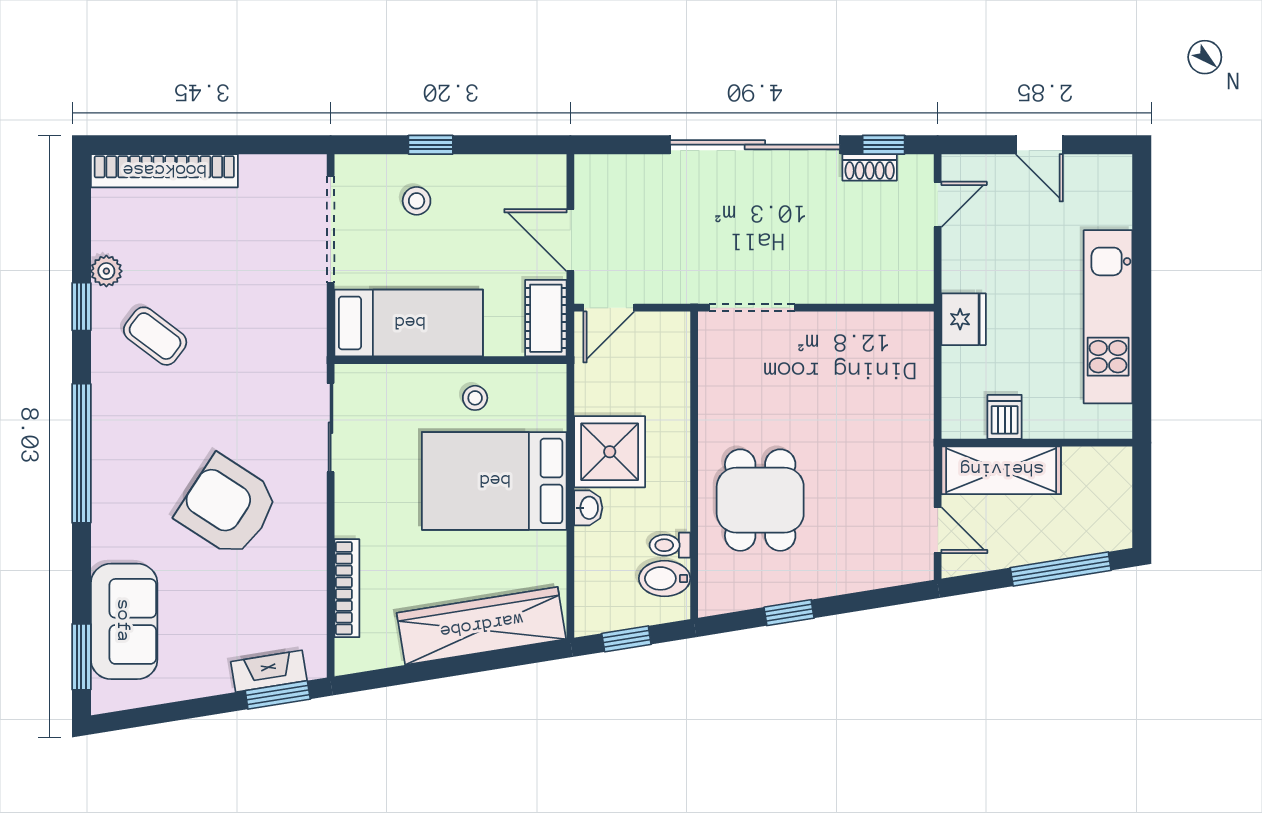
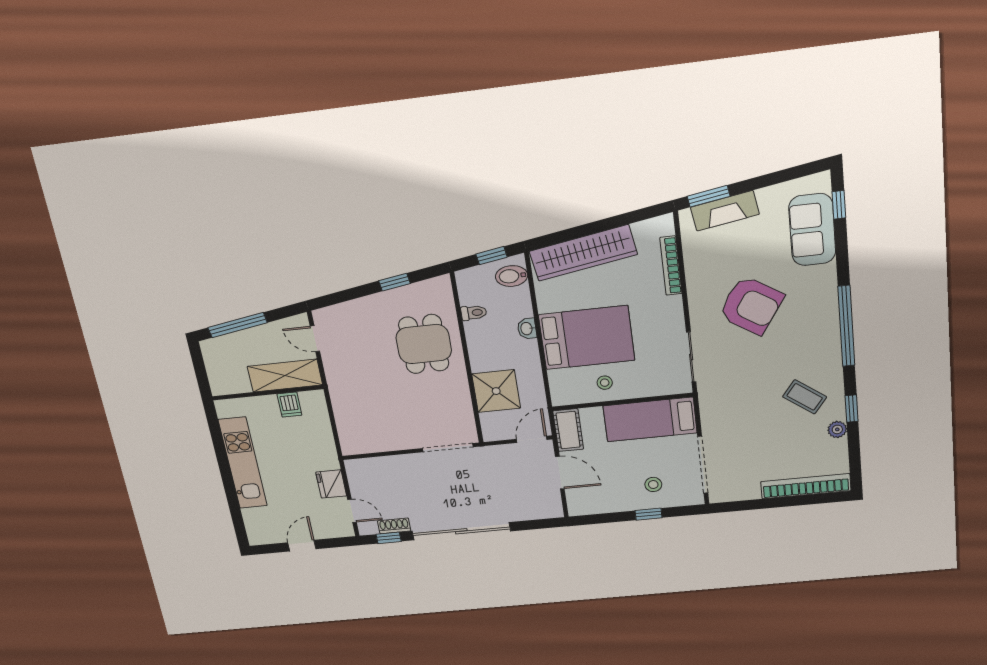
door: (1039, 145) -> (302, 546), hinge flipped
door: (938, 204) -> (352, 511), swing flipped
fridge: (964, 319) -> (331, 484), moved
shower: (610, 452) -> (496, 391), moved
bidet: (665, 578) -> (512, 276), moved, turned 180
window: (81, 657) -> (839, 205), width x0.67
fireplace: (269, 671) -> (725, 211), width x1.37, depth x1.32

